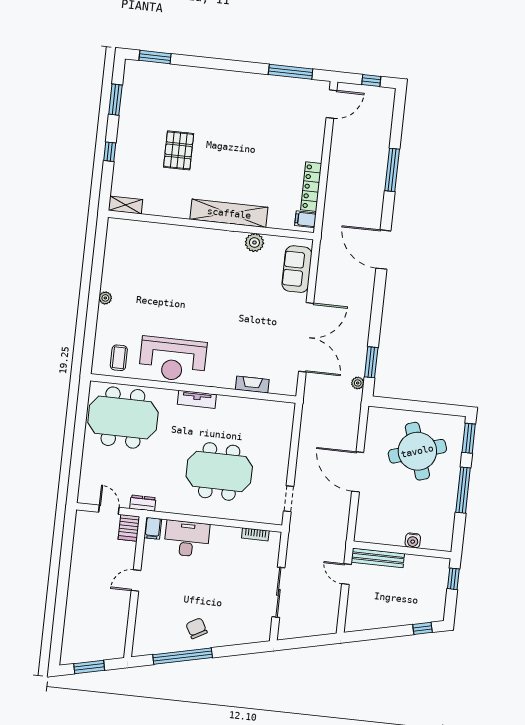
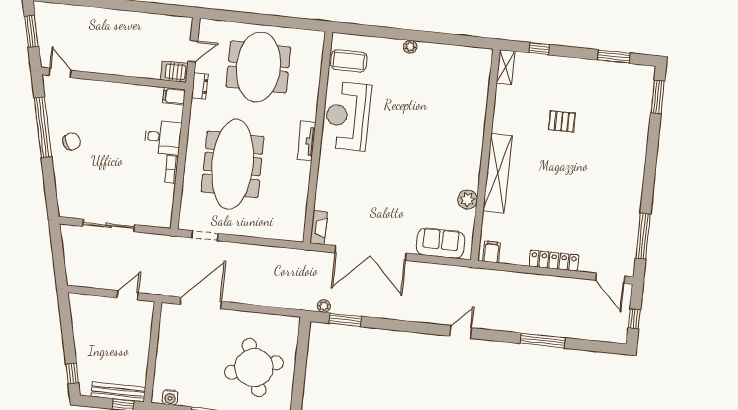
pallet: (179, 150) -> (562, 121), width x0.67, depth x0.71
window: (110, 152) -> (539, 49), moved
locker: (311, 187) -> (554, 261), moved
door: (383, 250) -> (461, 332), width x0.53
coffee table: (119, 358) -> (349, 61), width x1.36, depth x1.30
fireplace: (252, 385) -> (319, 227), moved
meeting table: (123, 418) -> (258, 67), moved
meeting table: (219, 471) -> (233, 164), width x1.36
door: (358, 472) -> (201, 303), moved
bookcase: (255, 534) -> (172, 170), moved
desk: (187, 539) -> (163, 137), width x0.73
water cooler: (413, 540) -> (170, 397), moved, turned -90
bench: (378, 558) -> (118, 392), moved, turned 90
door: (136, 581) -> (60, 73), moved

